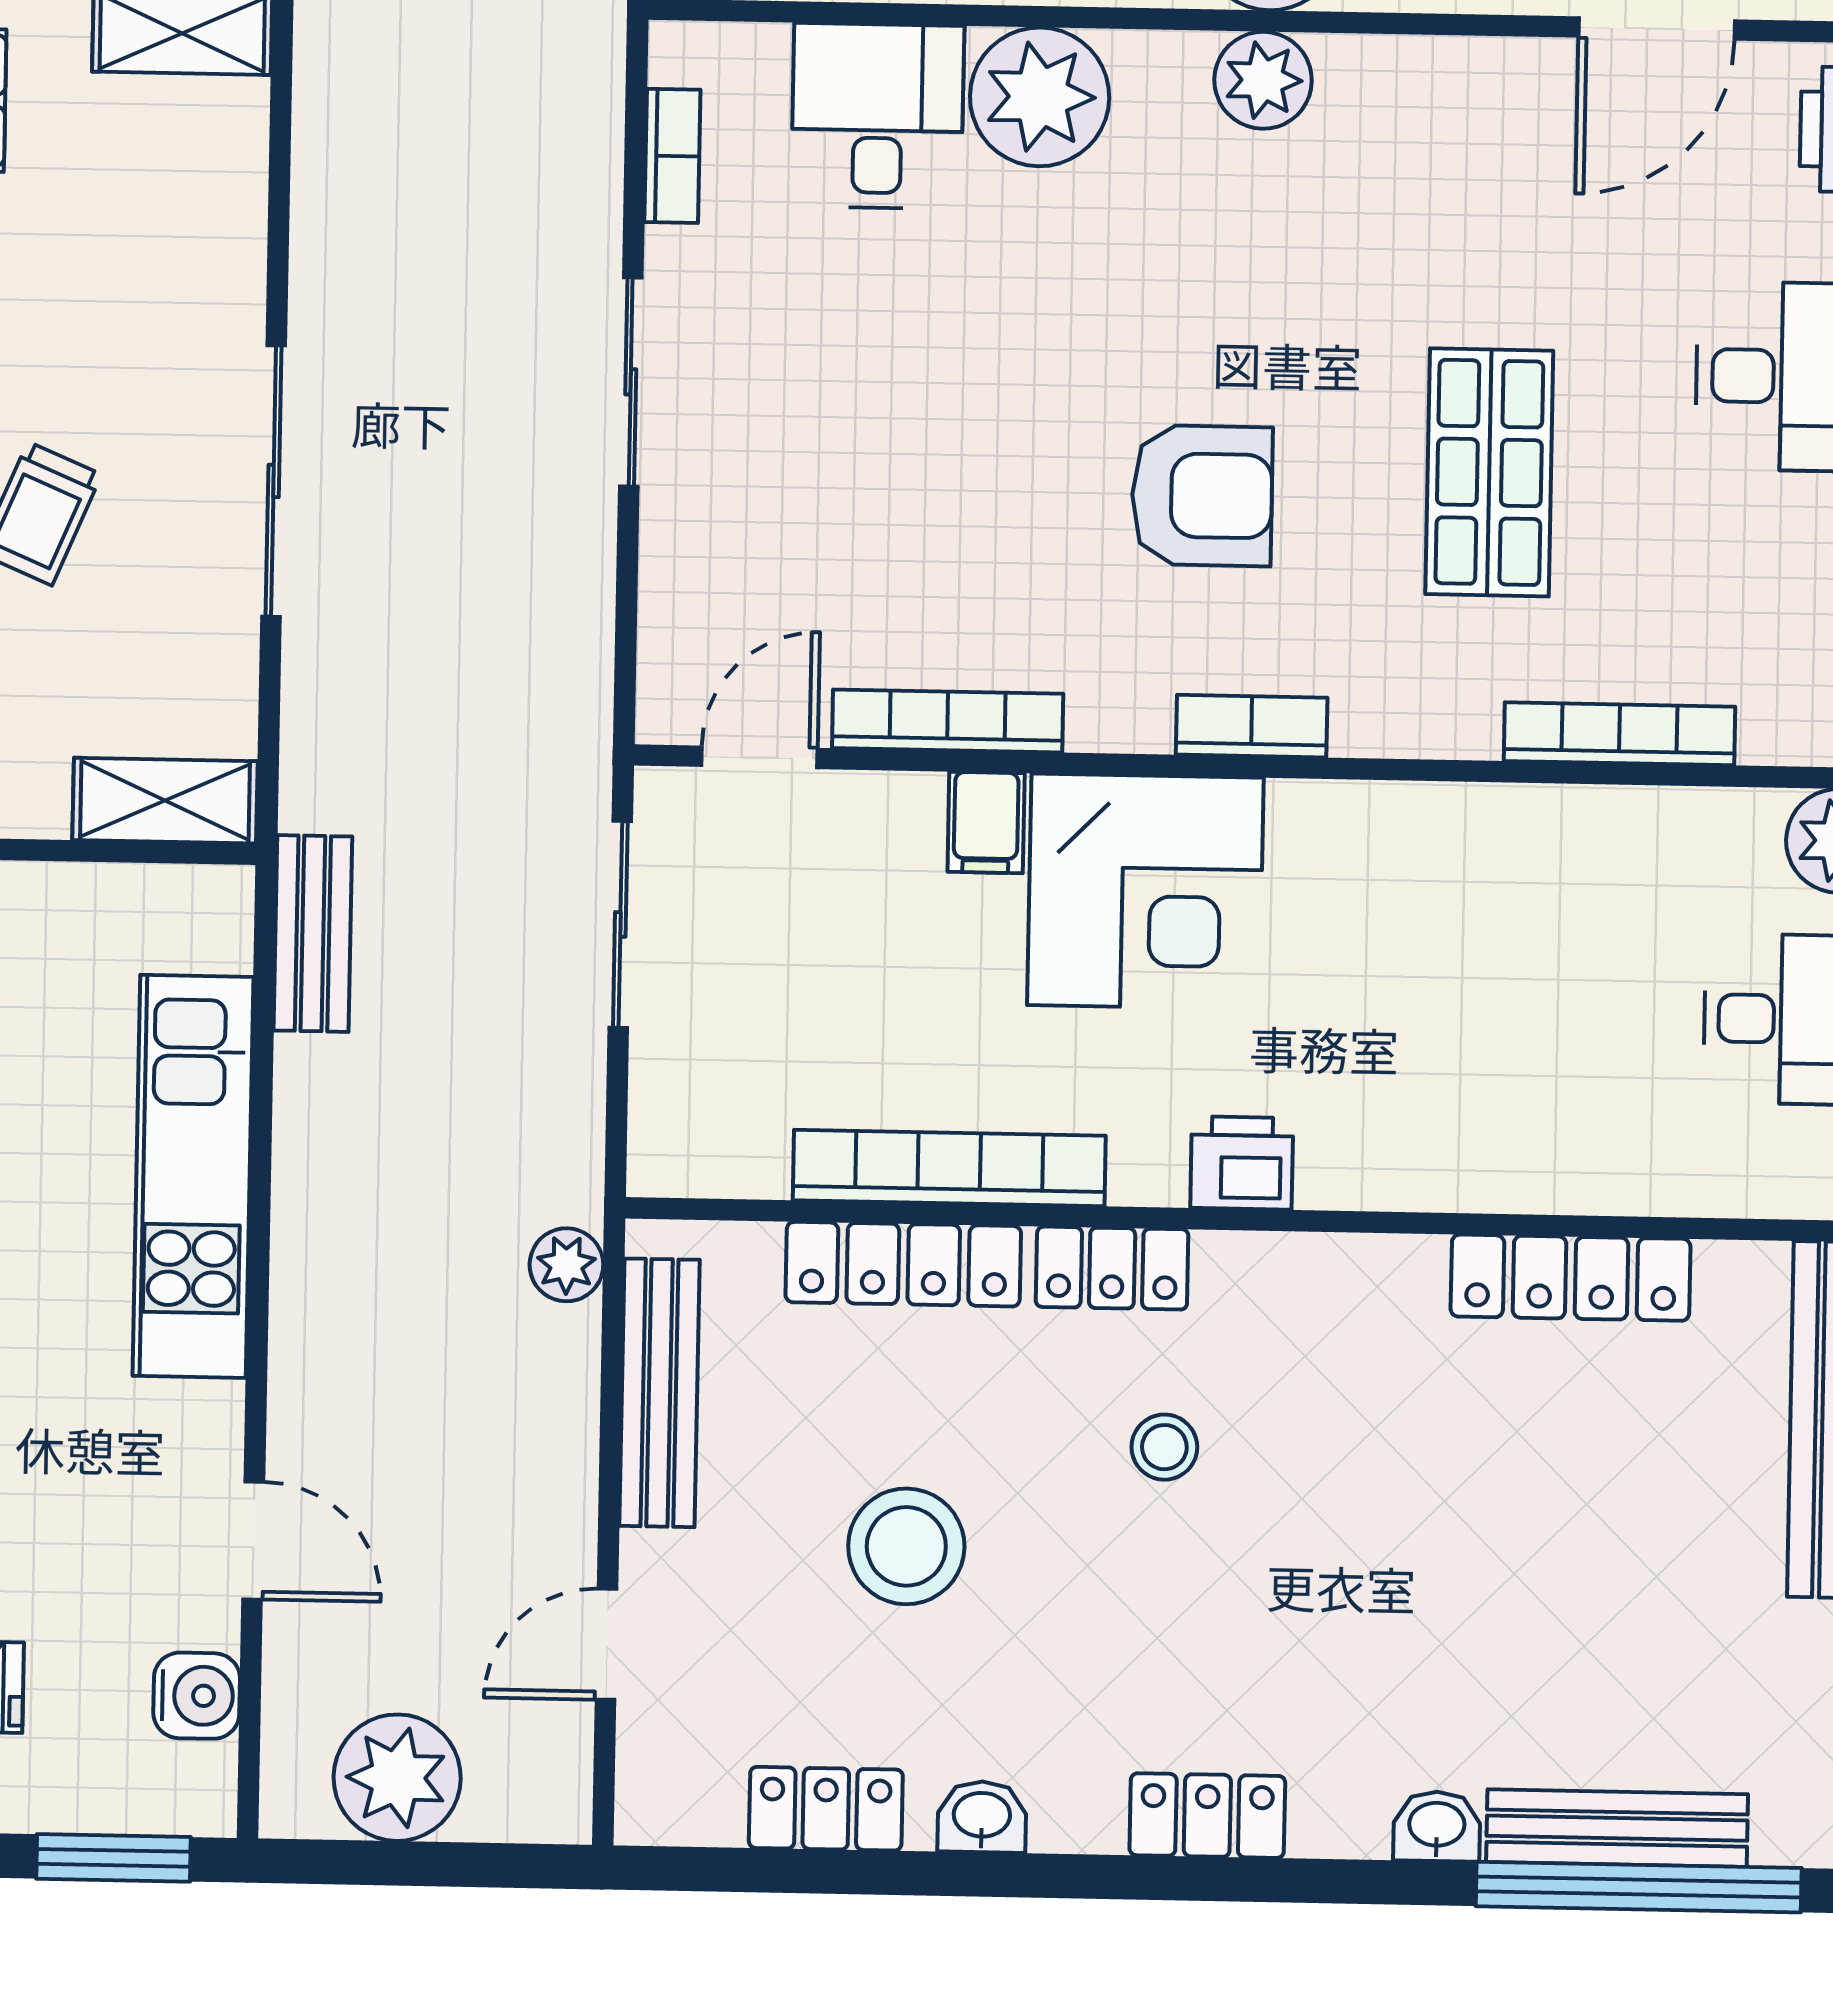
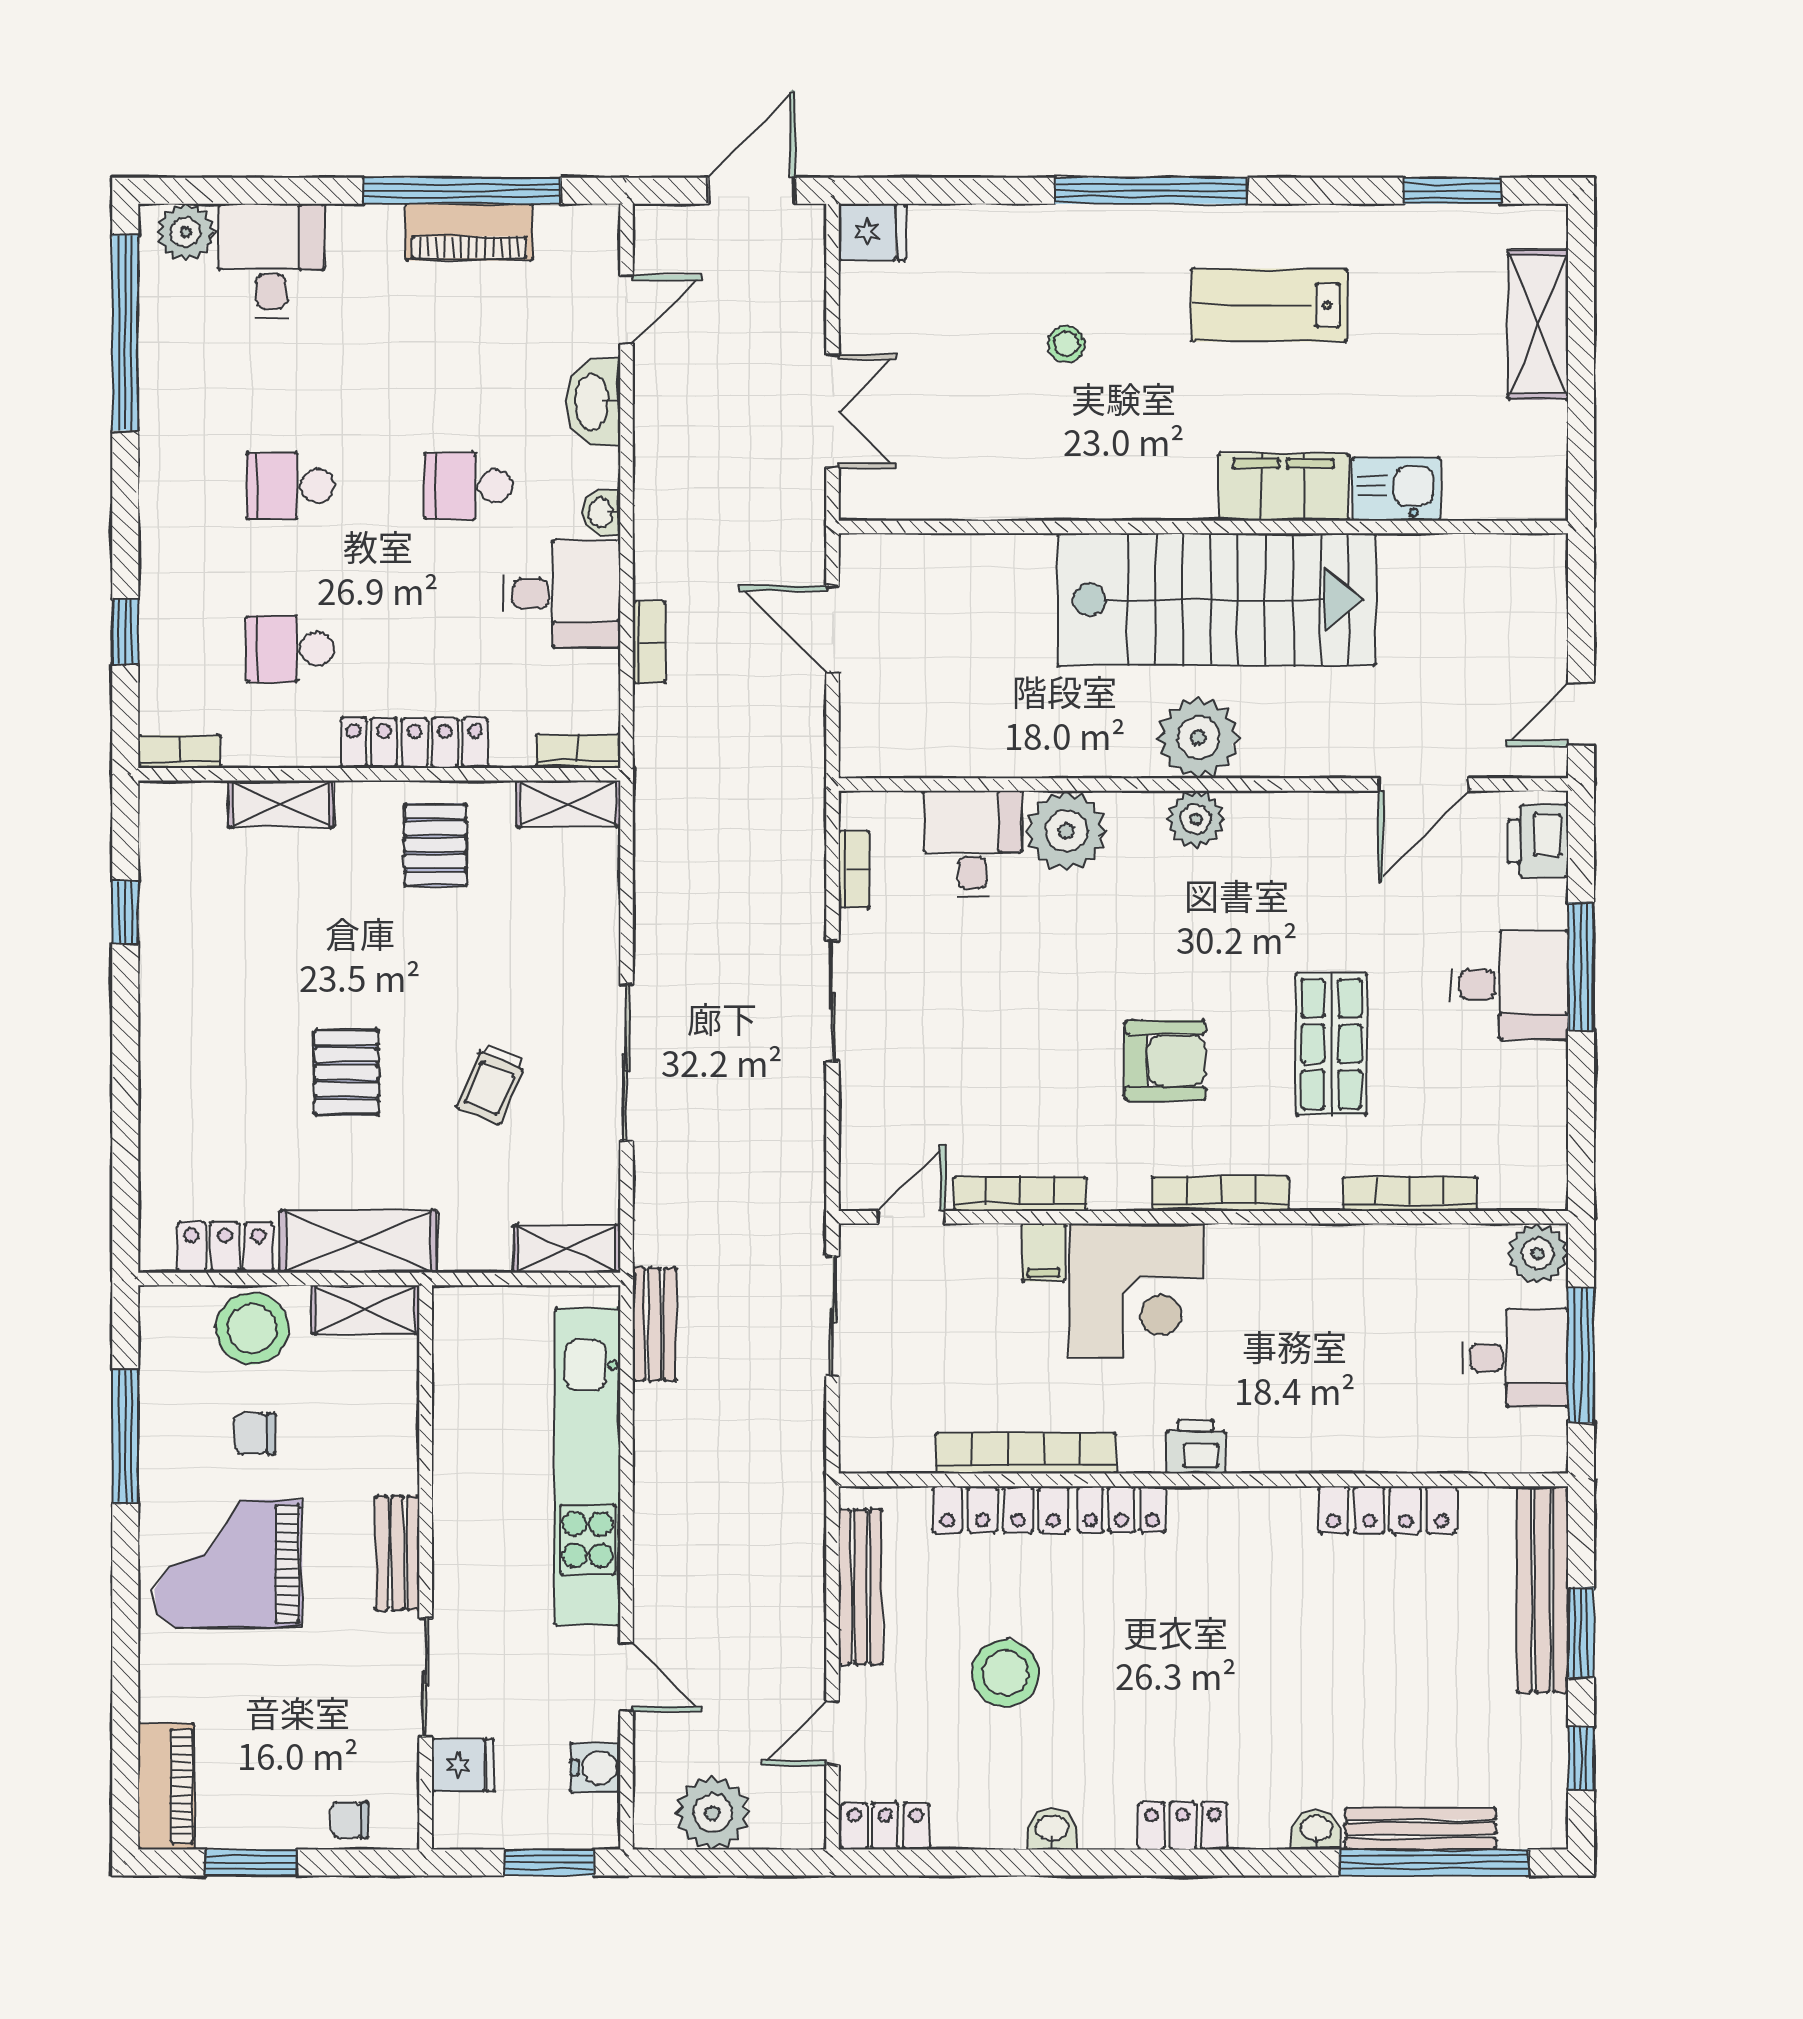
bookcase: (1252, 726) -> (1221, 1194), width x1.56
kitchen unit: (193, 1176) -> (587, 1466), width x1.36
plant: (566, 1265) -> (805, 1514), removed
stool: (1164, 1447) -> (1154, 1613), removed
locker: (826, 1809) -> (885, 1826), moved

